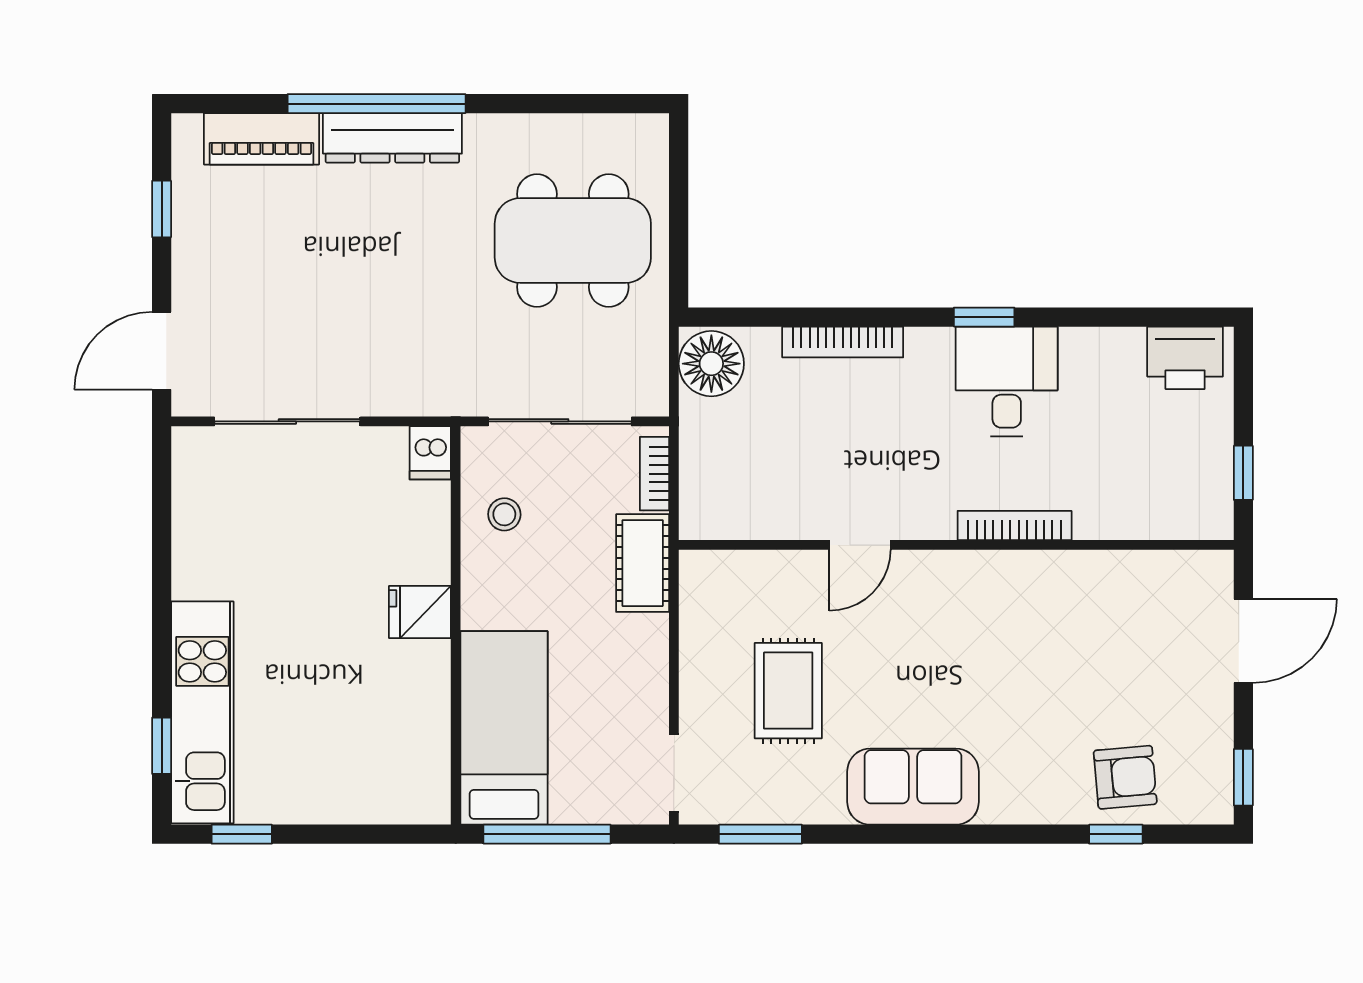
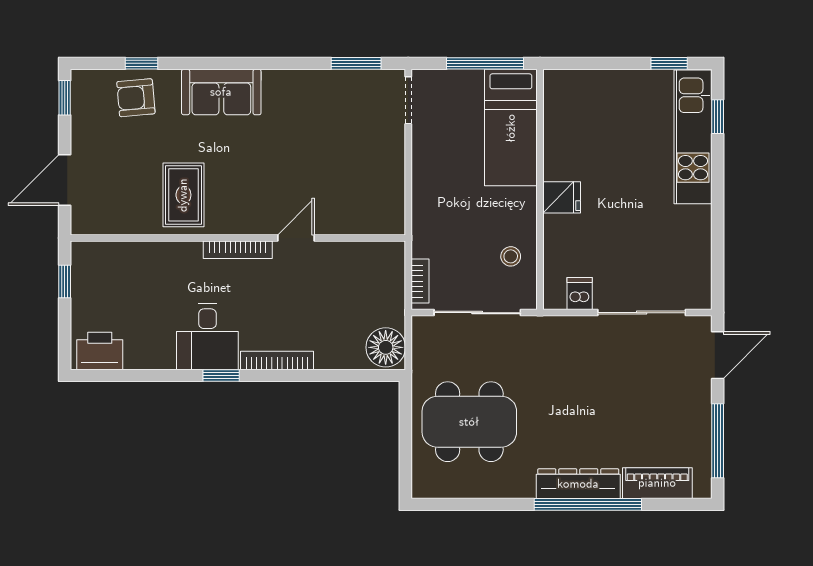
window: (162, 209) -> (718, 441), width x2.17
bookcase: (843, 342) -> (277, 360), moved
dishwasher: (430, 453) -> (580, 294), moved
bookcase: (1015, 525) -> (238, 250), moved
cot: (643, 563) -> (427, 227), removed
rug: (788, 691) -> (183, 195), moved
sofa: (913, 787) -> (221, 92), moved

